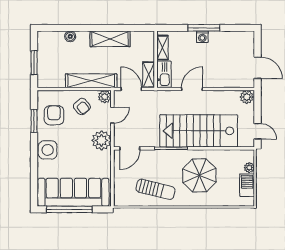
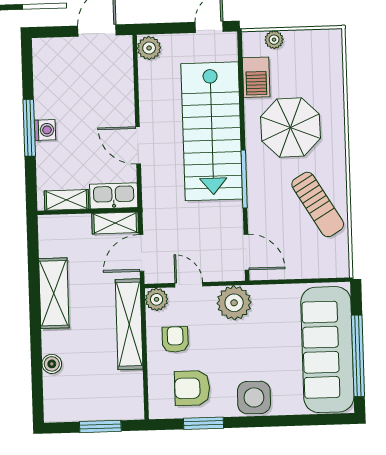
armchair: (82, 107) -> (175, 339), turned -51
barbecue: (247, 185) -> (256, 77), moved, turned -90
sun lounger: (155, 189) -> (318, 204), turned 135

